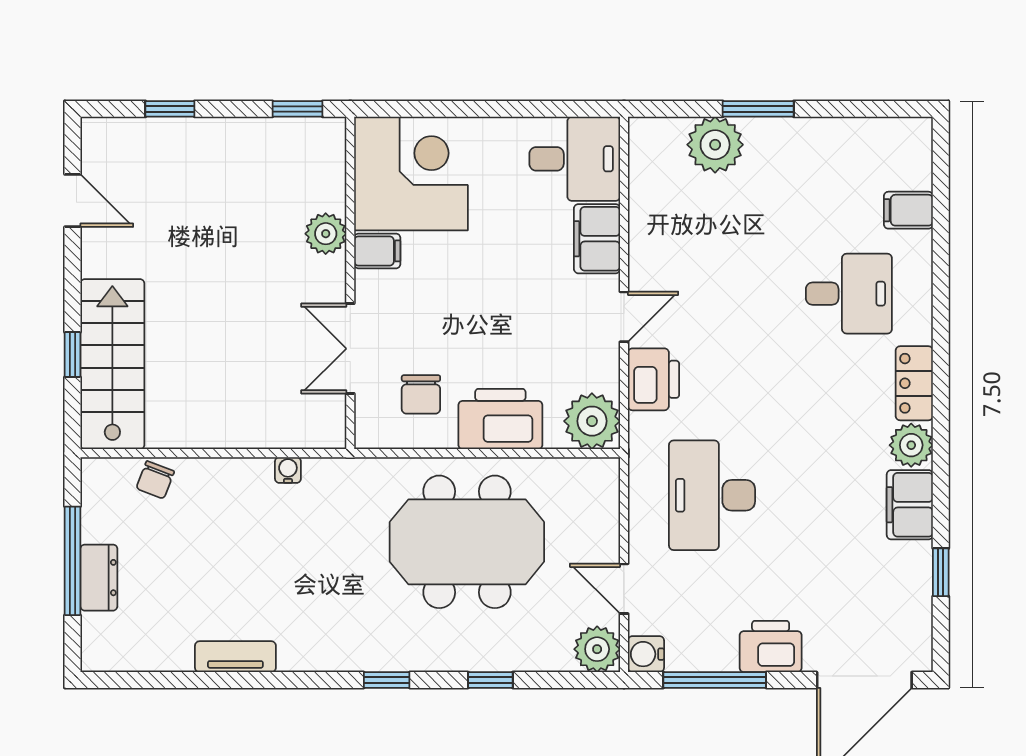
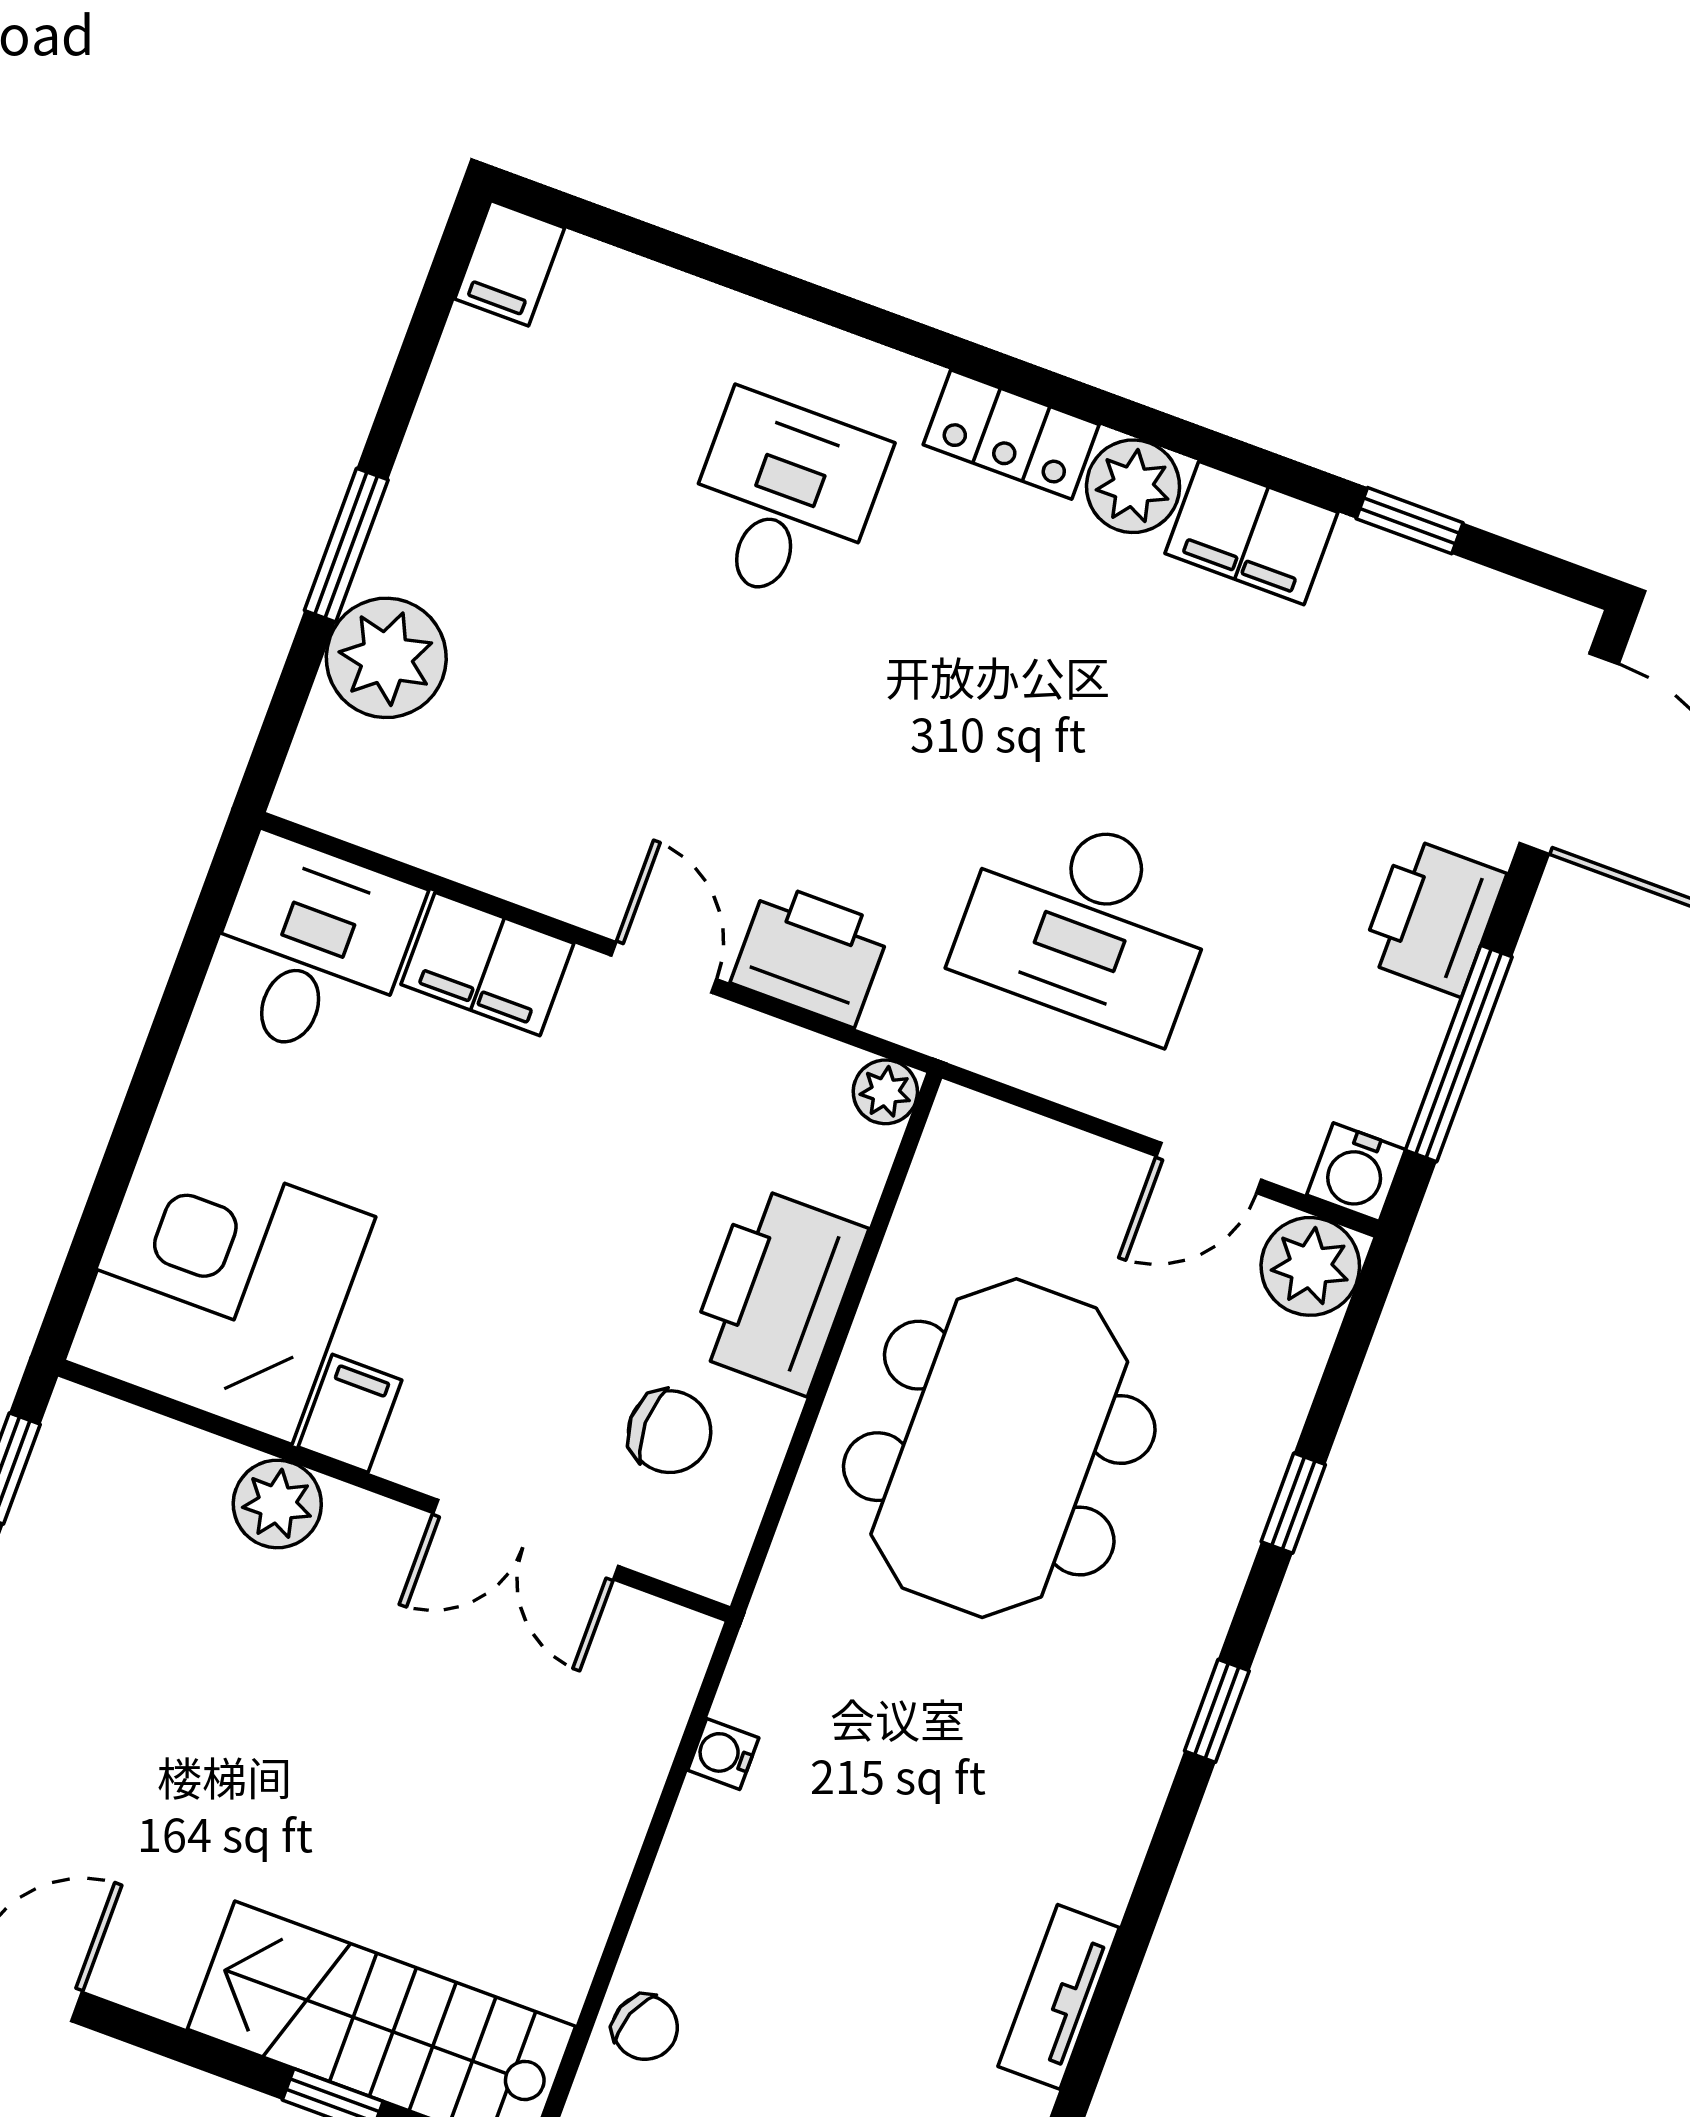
filing cabinet: (908, 210) -> (510, 263), moved
plant: (592, 421) -> (885, 1092), width x0.53, depth x0.53

